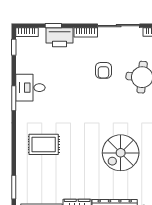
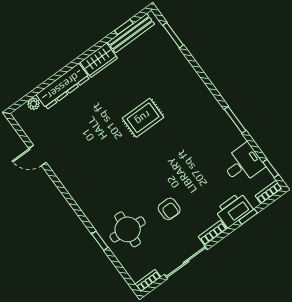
armchair: (103, 70) -> (169, 209), turned 180
desk: (30, 88) -> (243, 164), moved
rug: (44, 144) -> (143, 118), moved
spiral stairs: (121, 153) -> (95, 142), removed

